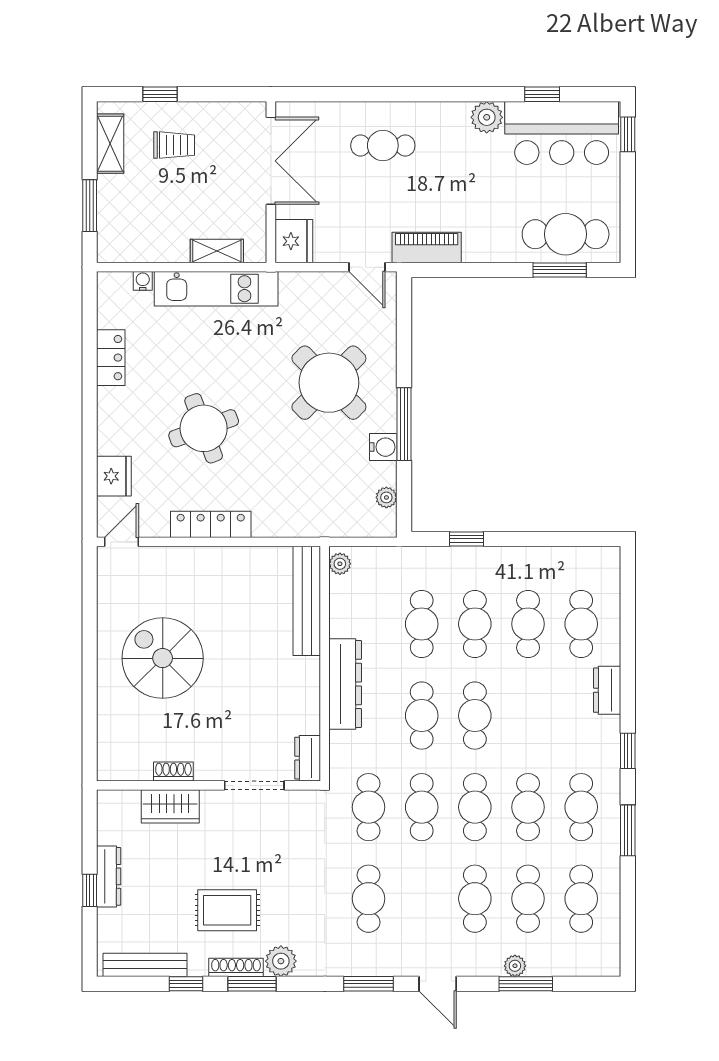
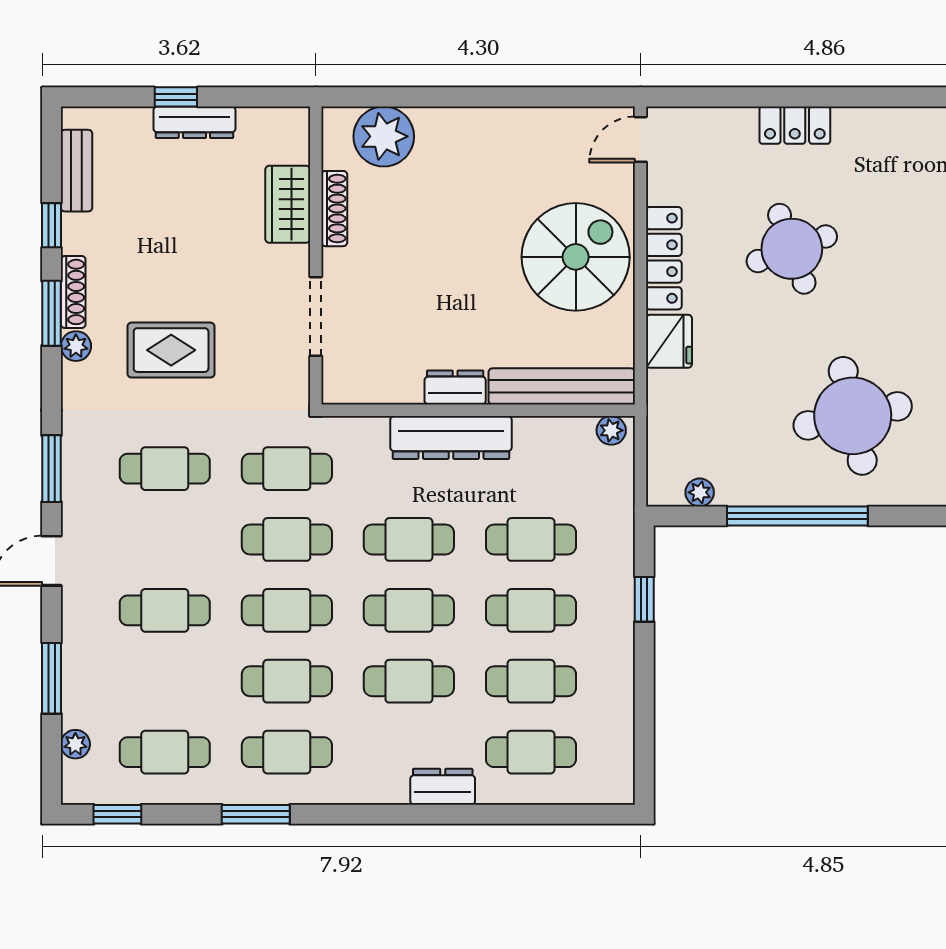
locker: (111, 358) -> (795, 125), moved
round table: (329, 383) -> (853, 416), turned 33
window: (404, 424) -> (797, 516), width x1.46
water cooler: (383, 447) -> (767, 488), removed
fridge: (114, 476) -> (669, 341), moved, turned -90
door: (122, 542) -> (640, 139), swing flipped
spiral stairs: (163, 658) -> (576, 257), moved
plant: (119, 734) -> (384, 136), added
window: (628, 751) -> (117, 814), moved
dresser: (308, 758) -> (455, 387), moved
shoe rack: (173, 772) -> (334, 209), width x1.43
cafe table: (528, 899) -> (409, 681), moved
rug: (227, 910) -> (171, 350), moved, turned 90
plant: (281, 961) -> (76, 346), width x0.73, depth x0.73
bench: (145, 965) -> (77, 171), width x0.73
plant: (515, 966) -> (75, 744), moved

